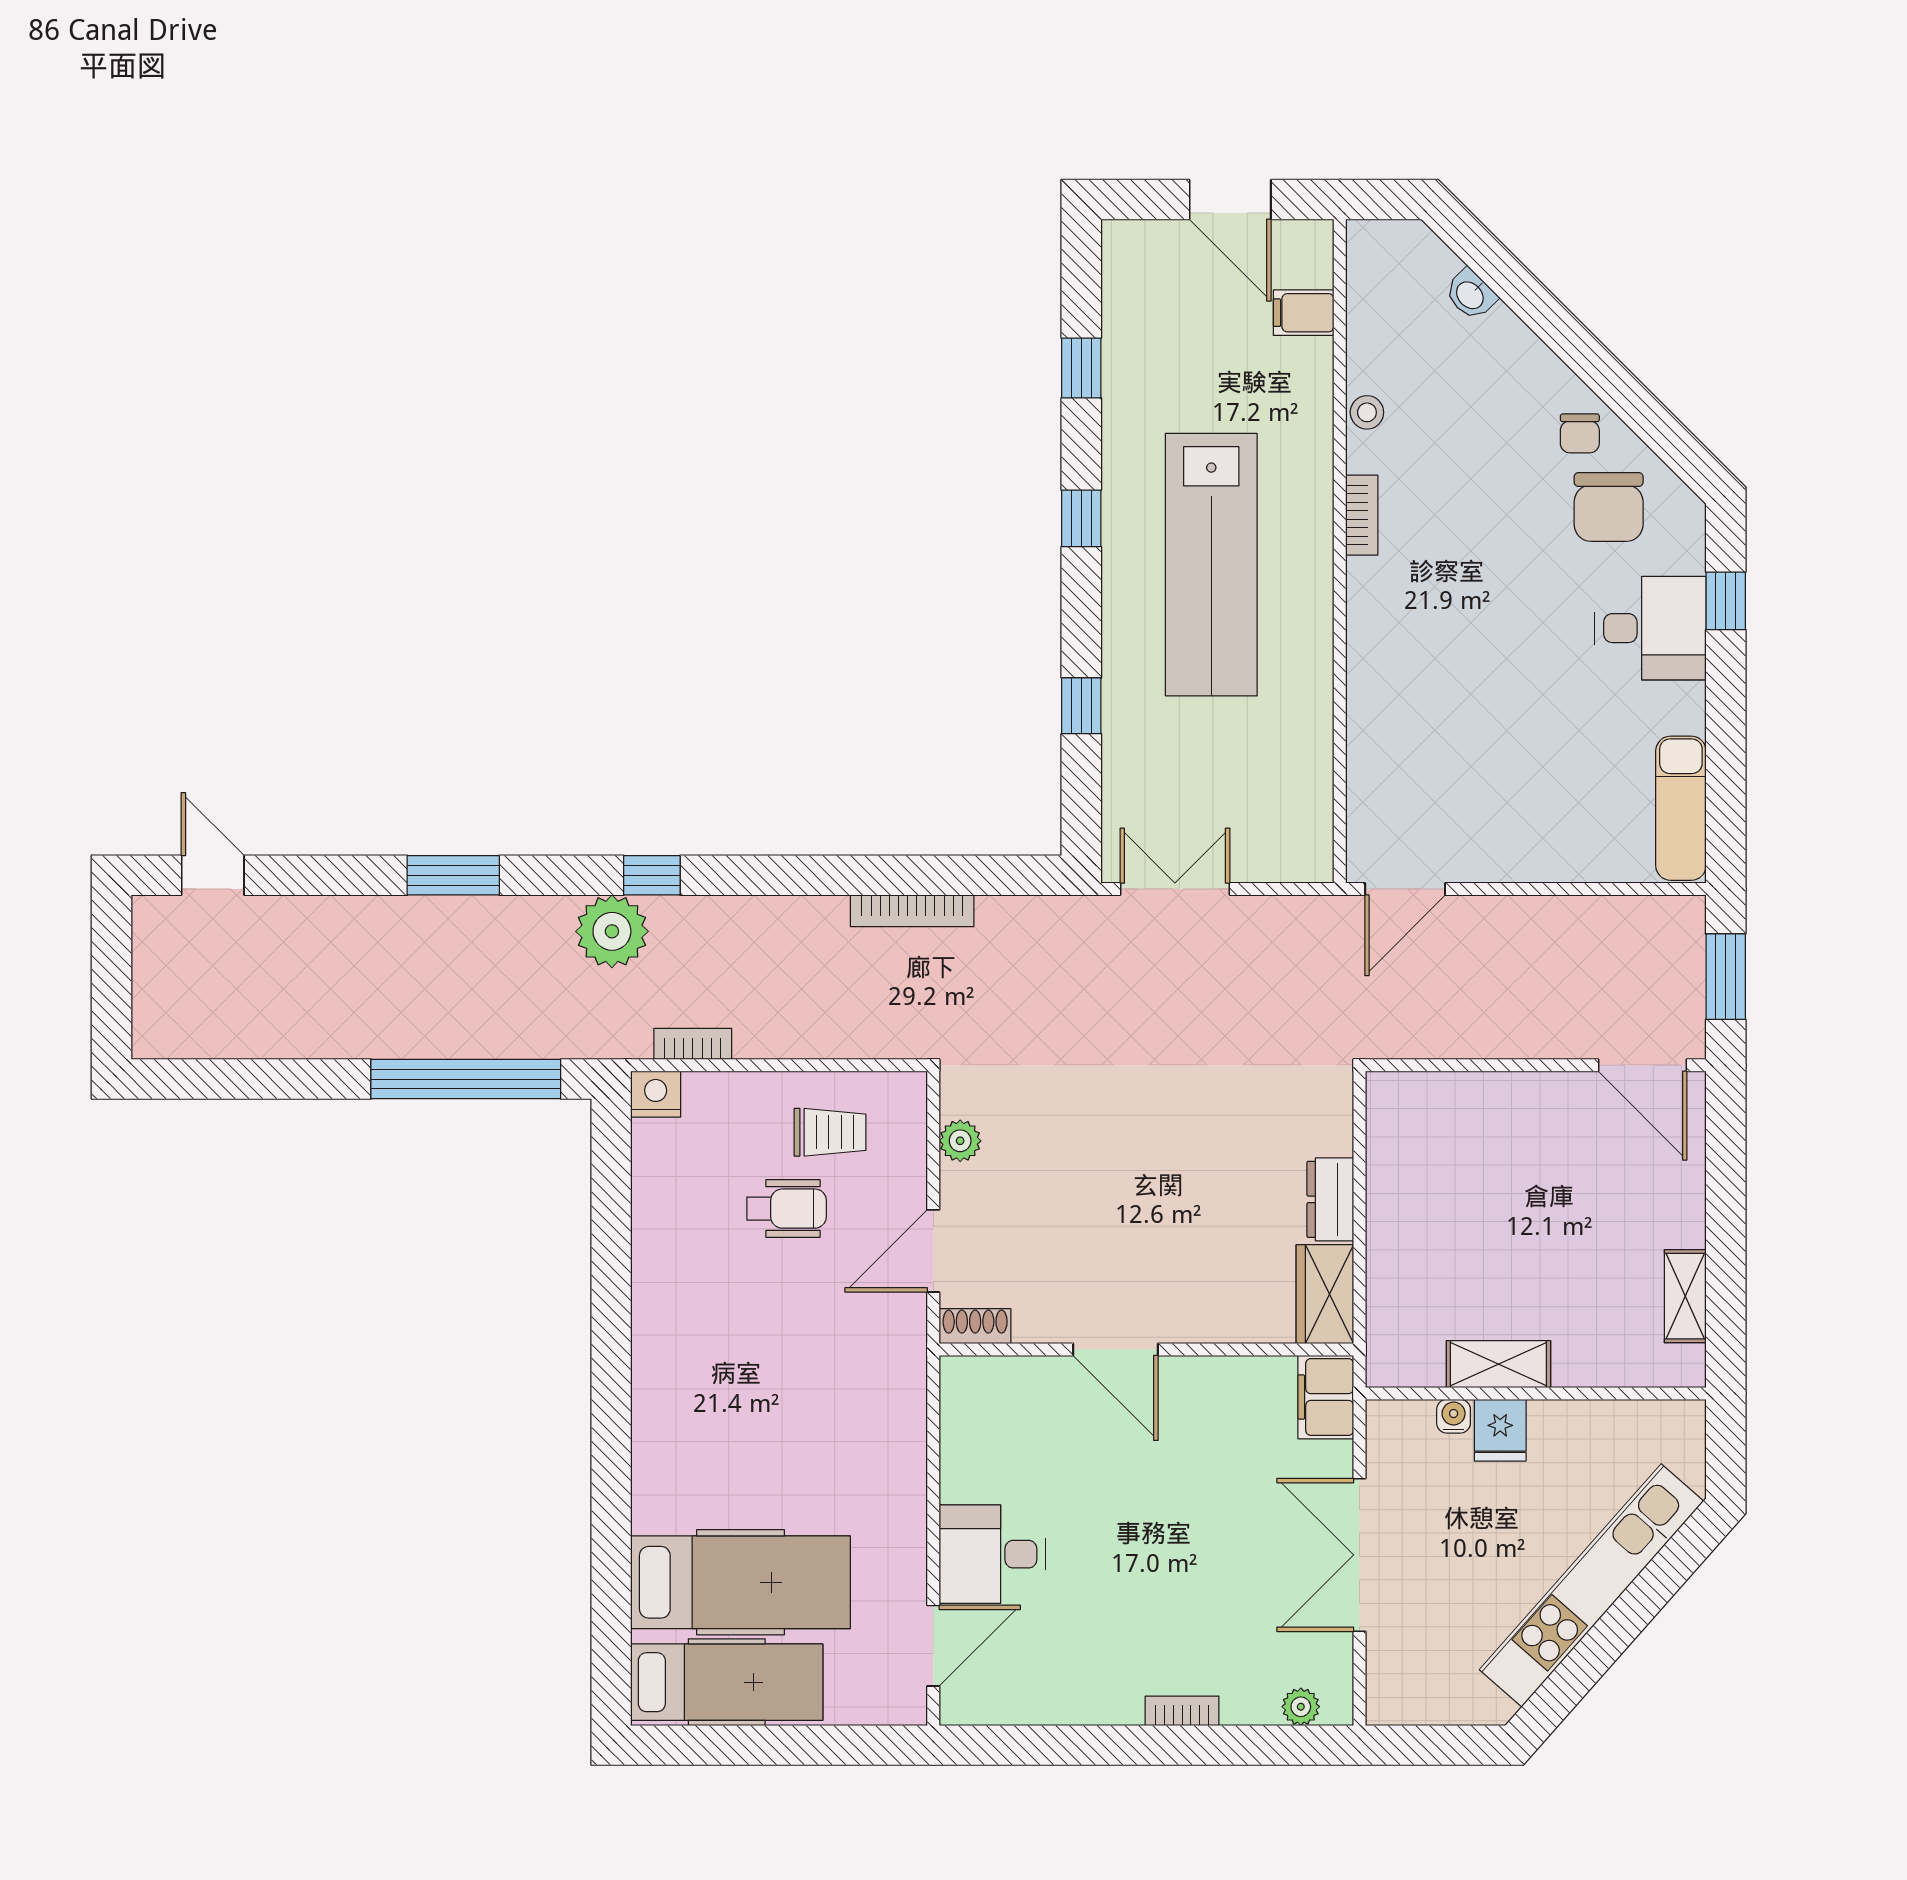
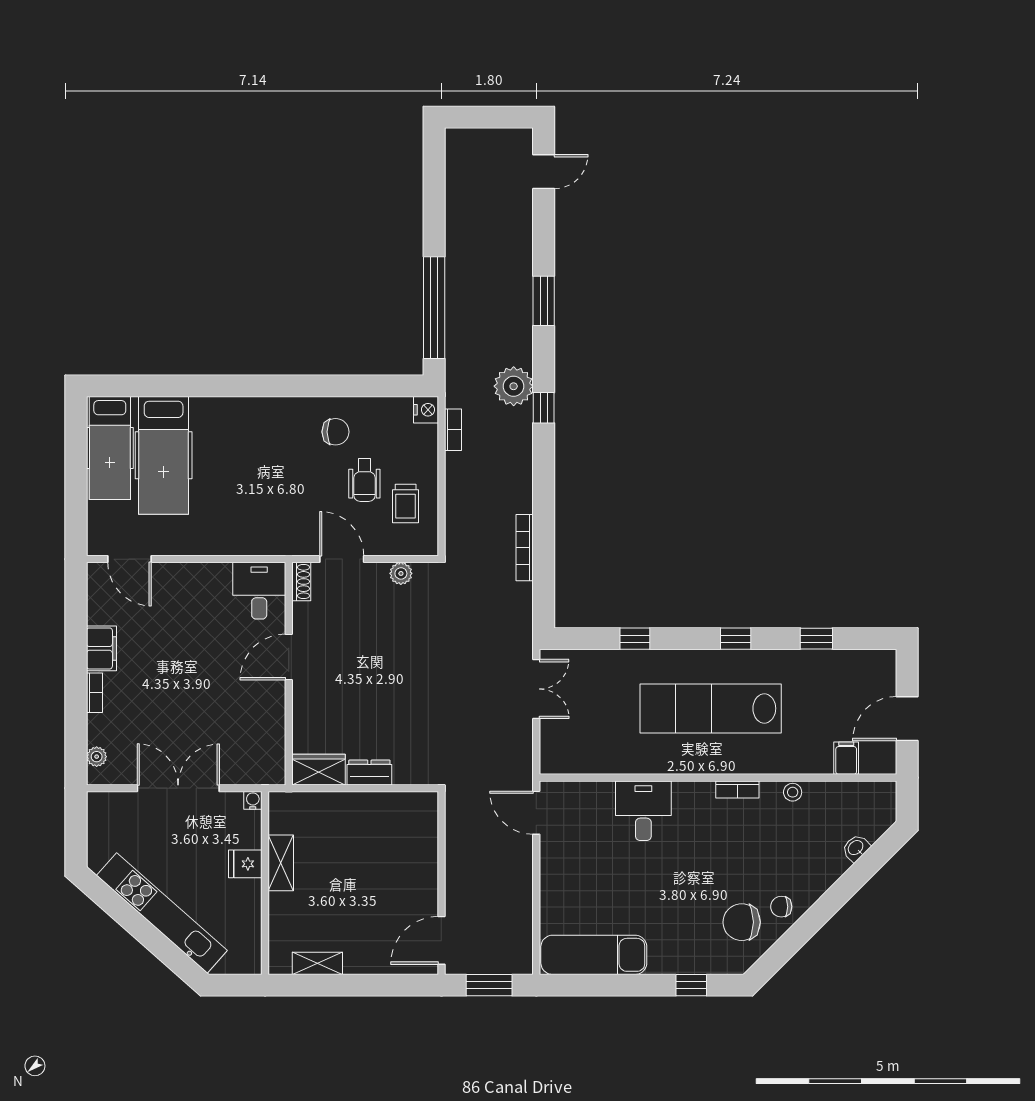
desk: (1650, 628) -> (643, 811), moved, turned 180
exam couch: (1681, 808) -> (594, 955), width x1.36, depth x1.45
chair: (697, 1263) -> (335, 432), added
filing cabinet: (1326, 1397) -> (101, 648), moved, turned 90
water cooler: (1454, 1416) -> (253, 800), moved, turned -90
desk: (992, 1554) -> (259, 591), moved

